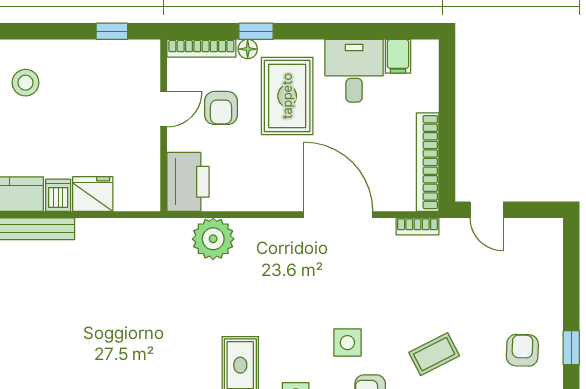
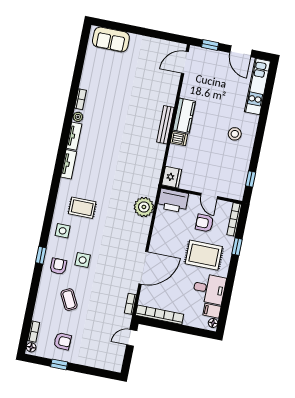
floor lamp: (248, 49) -> (213, 323), moved
fridge: (93, 194) -> (172, 177), moved

